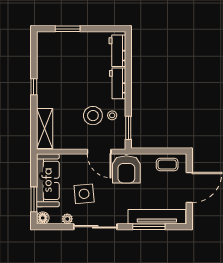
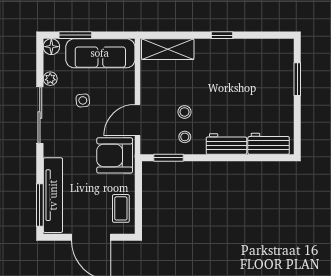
stool: (93, 116) -> (185, 112), width x0.53, depth x0.53
side table: (84, 194) -> (83, 100), width x0.54, depth x0.54
window: (149, 227) -> (40, 205), moved

